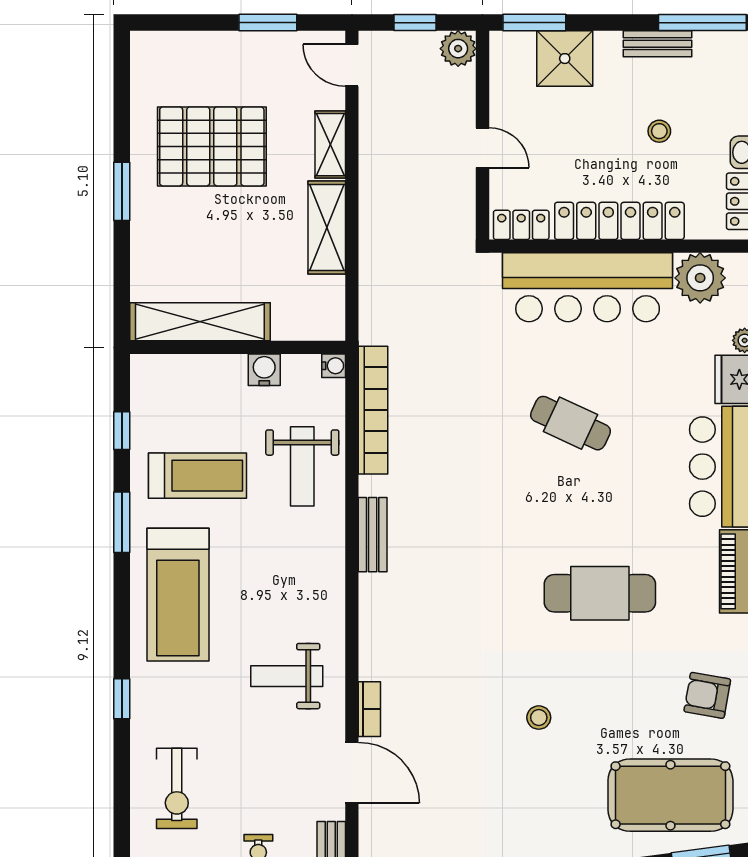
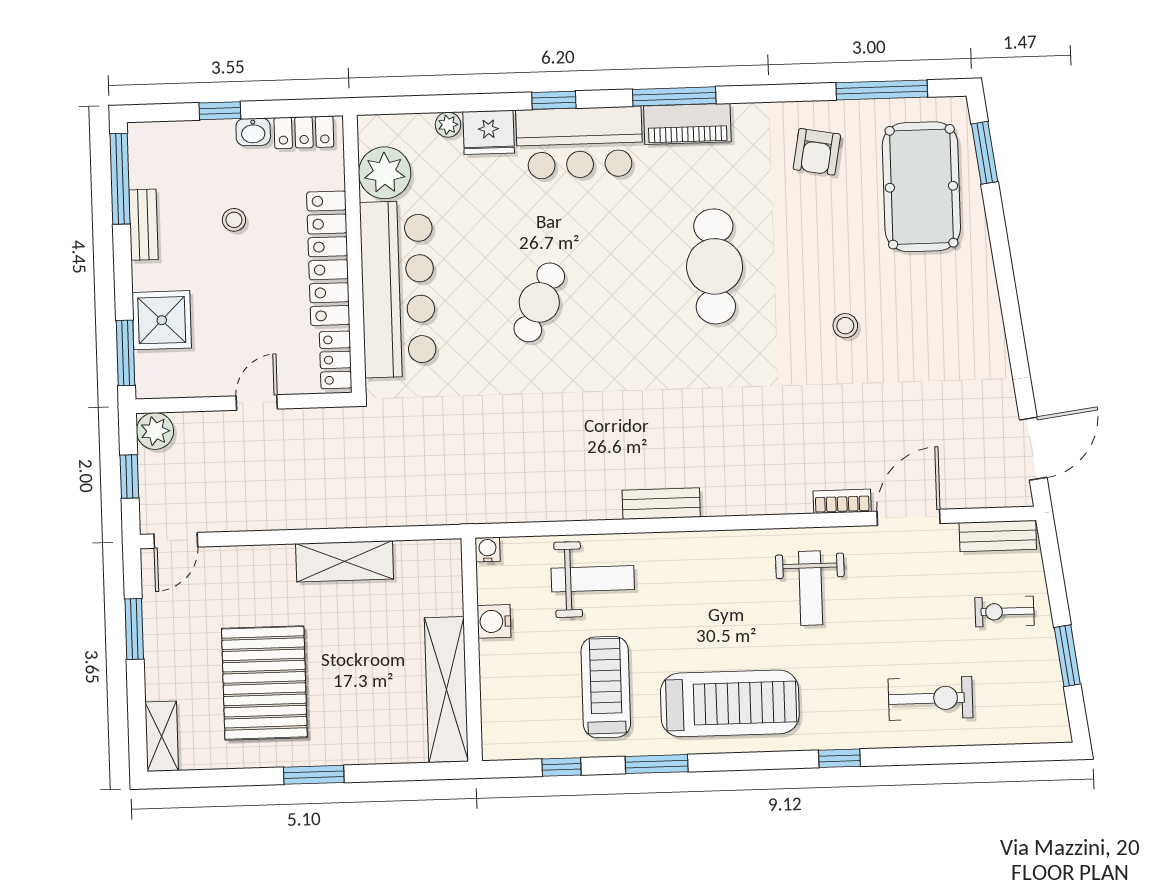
shelving: (330, 145) -> (162, 736), moved, turned 90
bookcase: (373, 410) -> (532, 507), removed

